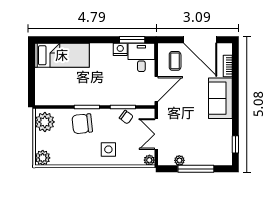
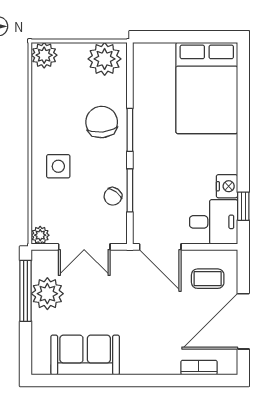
window: (132, 40) -> (243, 206), width x0.67
bed: (62, 55) -> (207, 88), width x1.50
sofa: (220, 98) -> (85, 355), moved
double door: (156, 134) -> (84, 247), swing flipped
window: (235, 144) -> (67, 380), removed
plant: (179, 160) -> (47, 294), width x1.87, depth x1.87
window: (196, 169) -> (26, 291), moved

